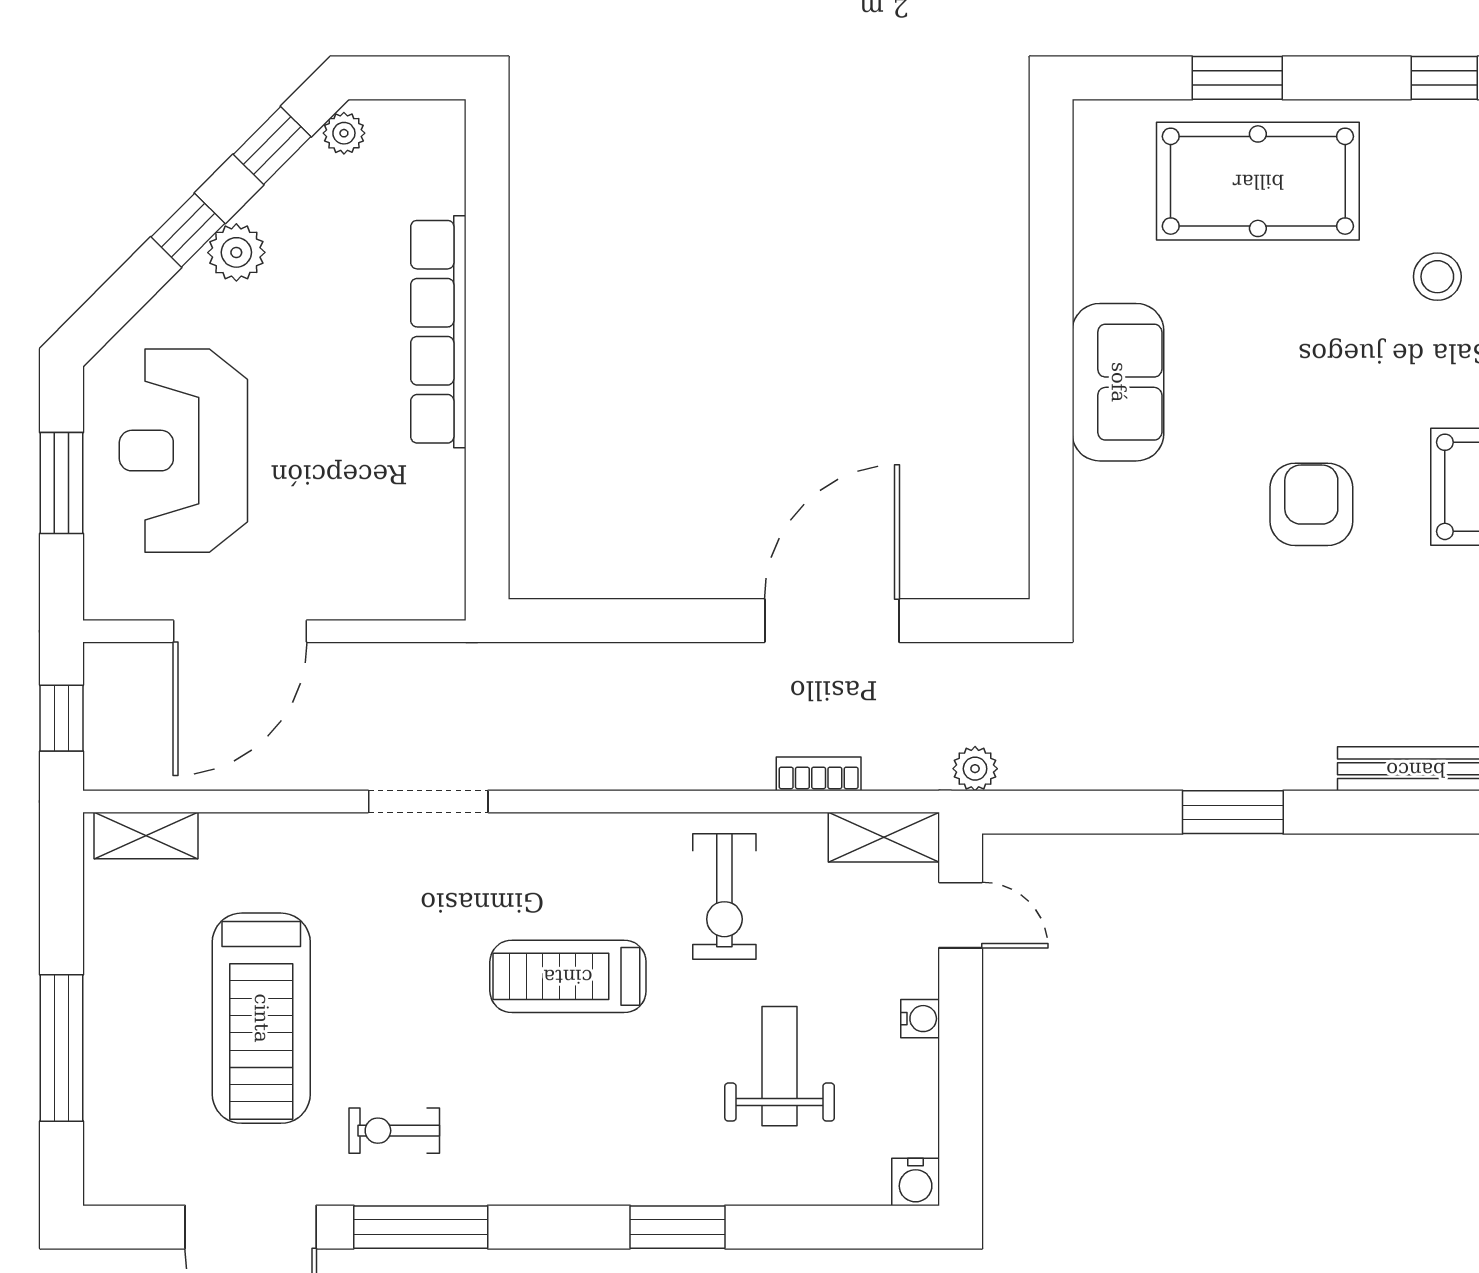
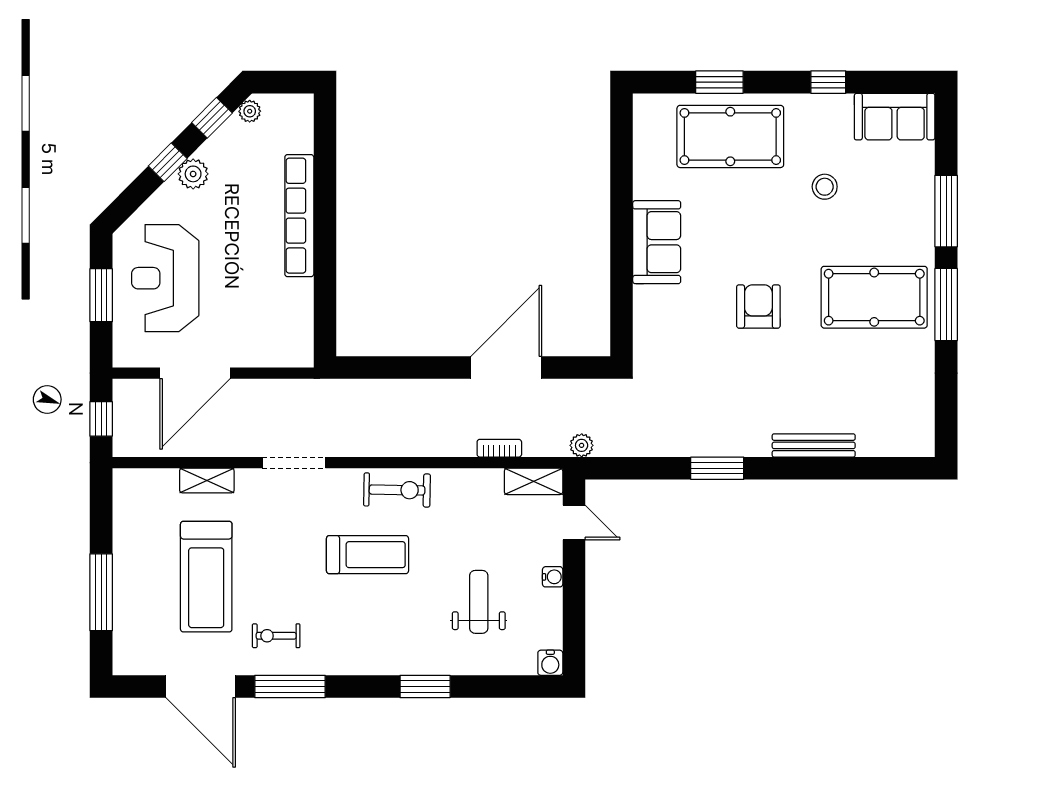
shelving: (146, 835) -> (207, 481), moved
exercise bike: (724, 897) -> (397, 490), moved, turned -89
treadmill: (568, 976) -> (367, 555), turned 180

